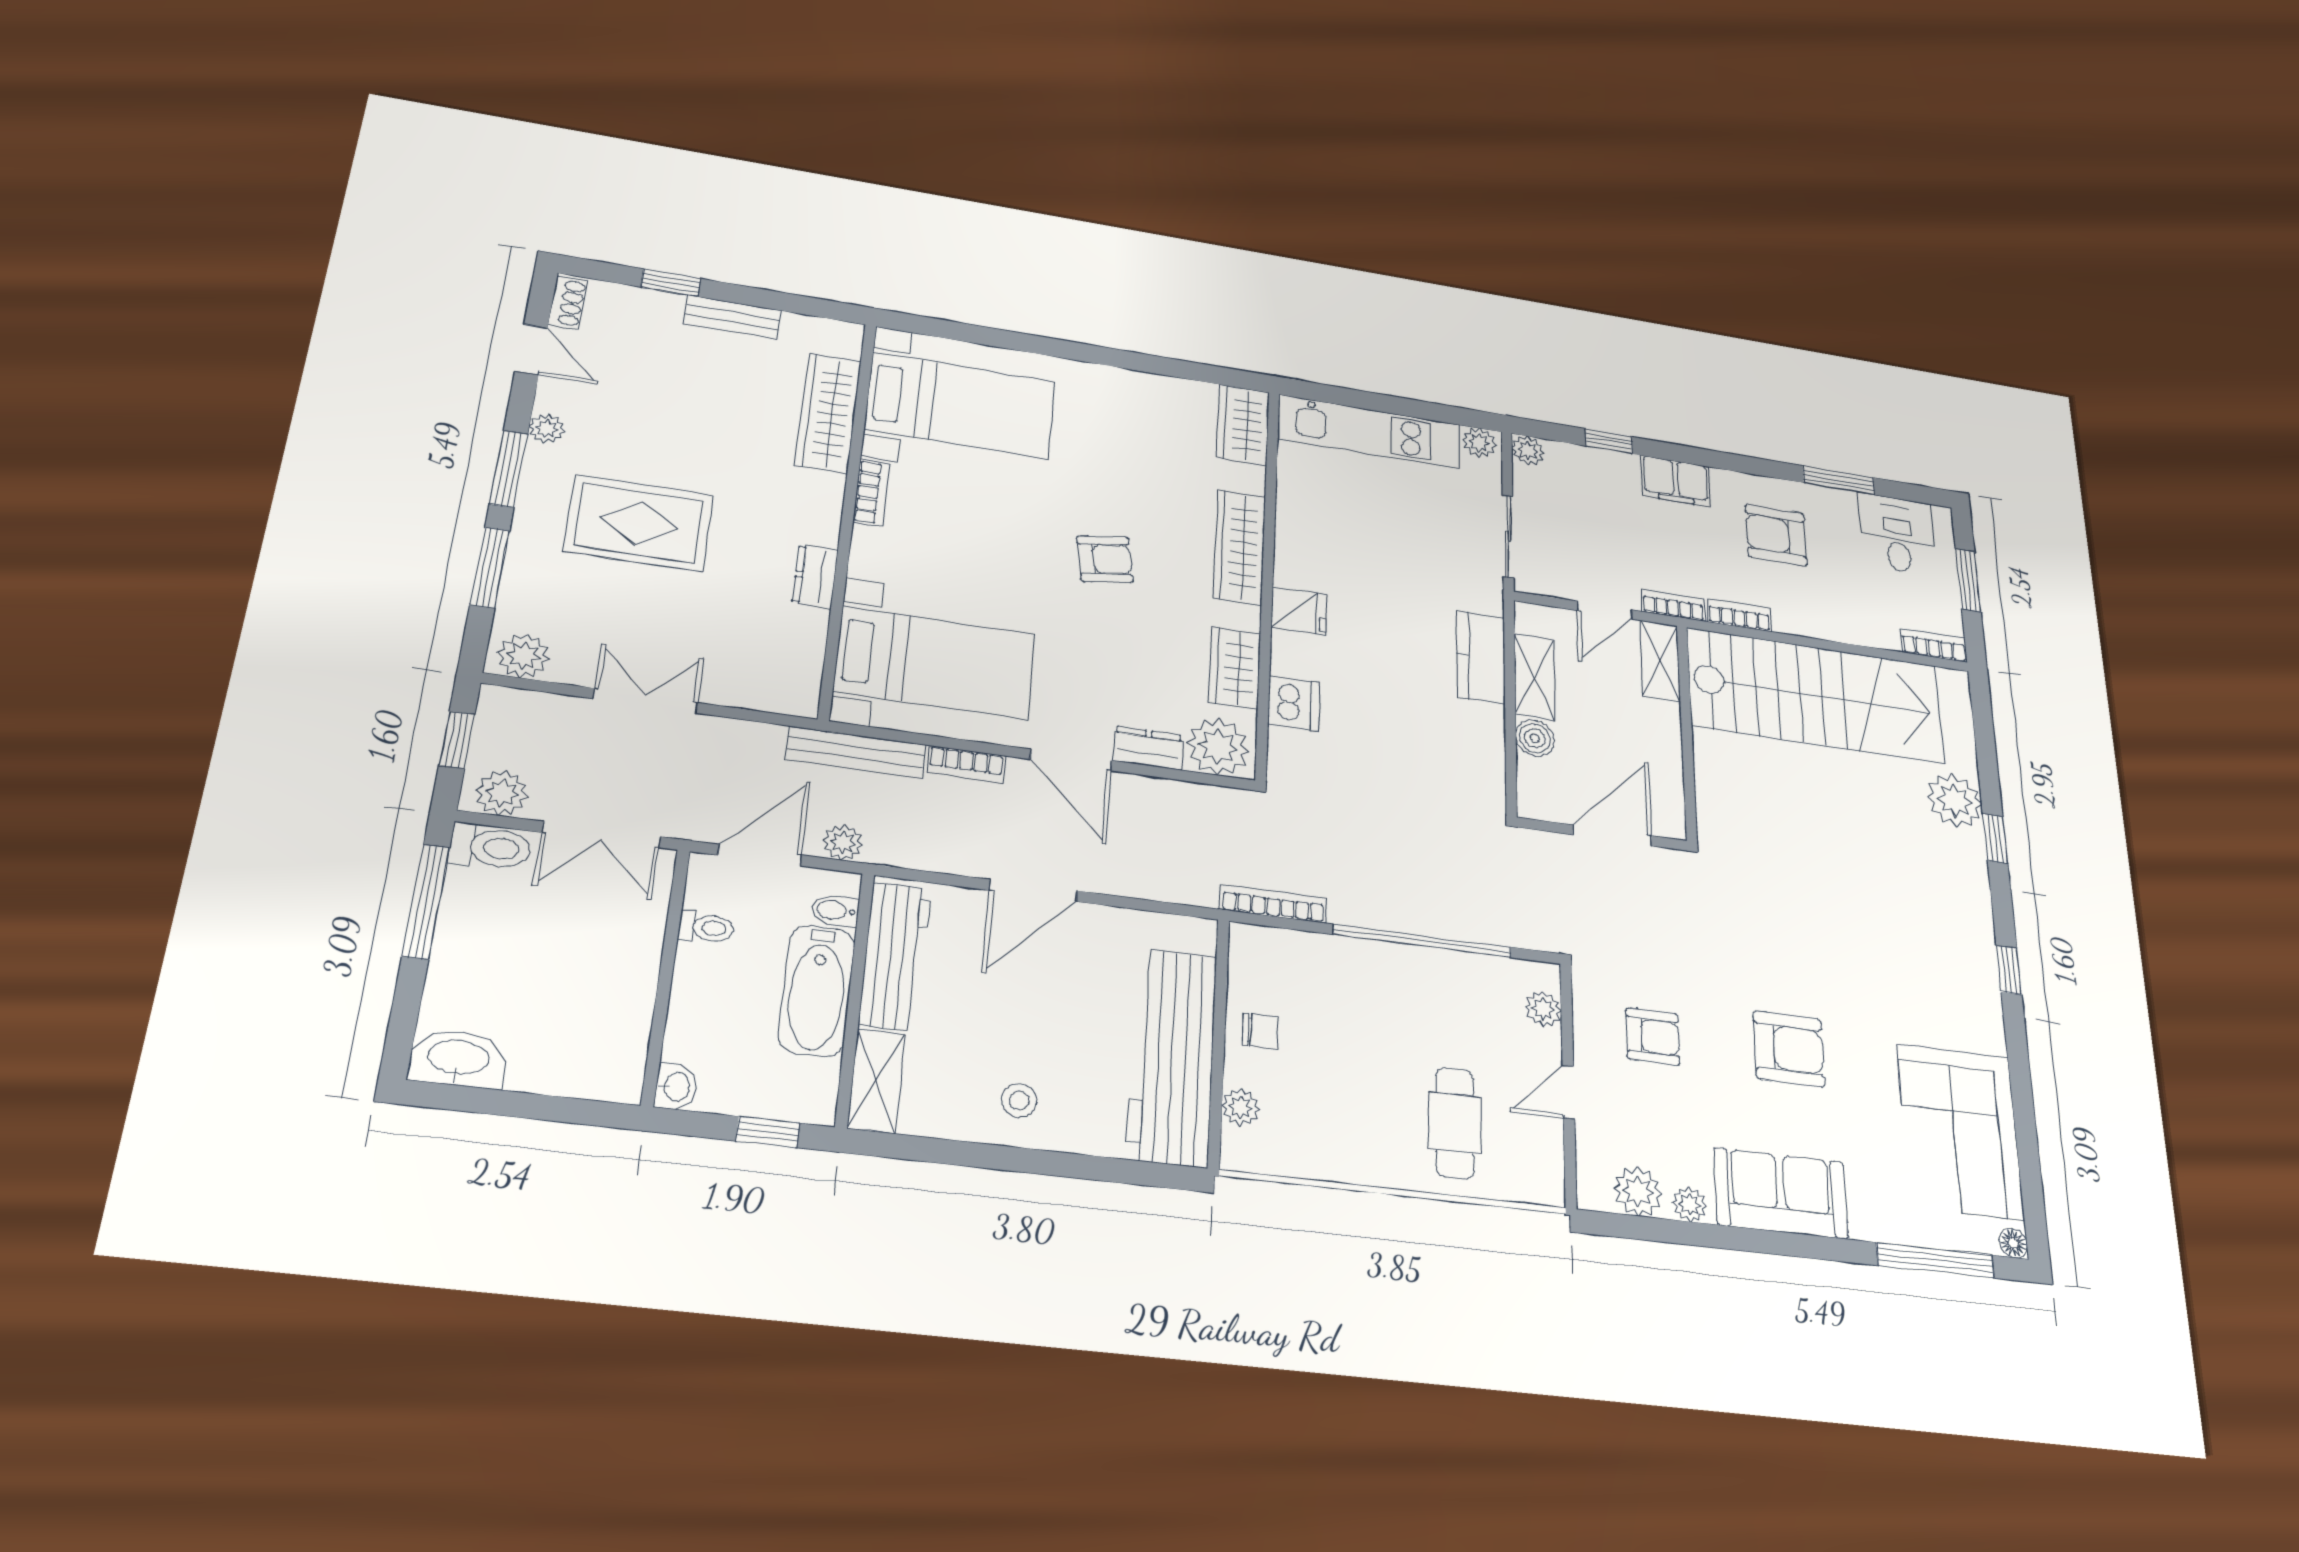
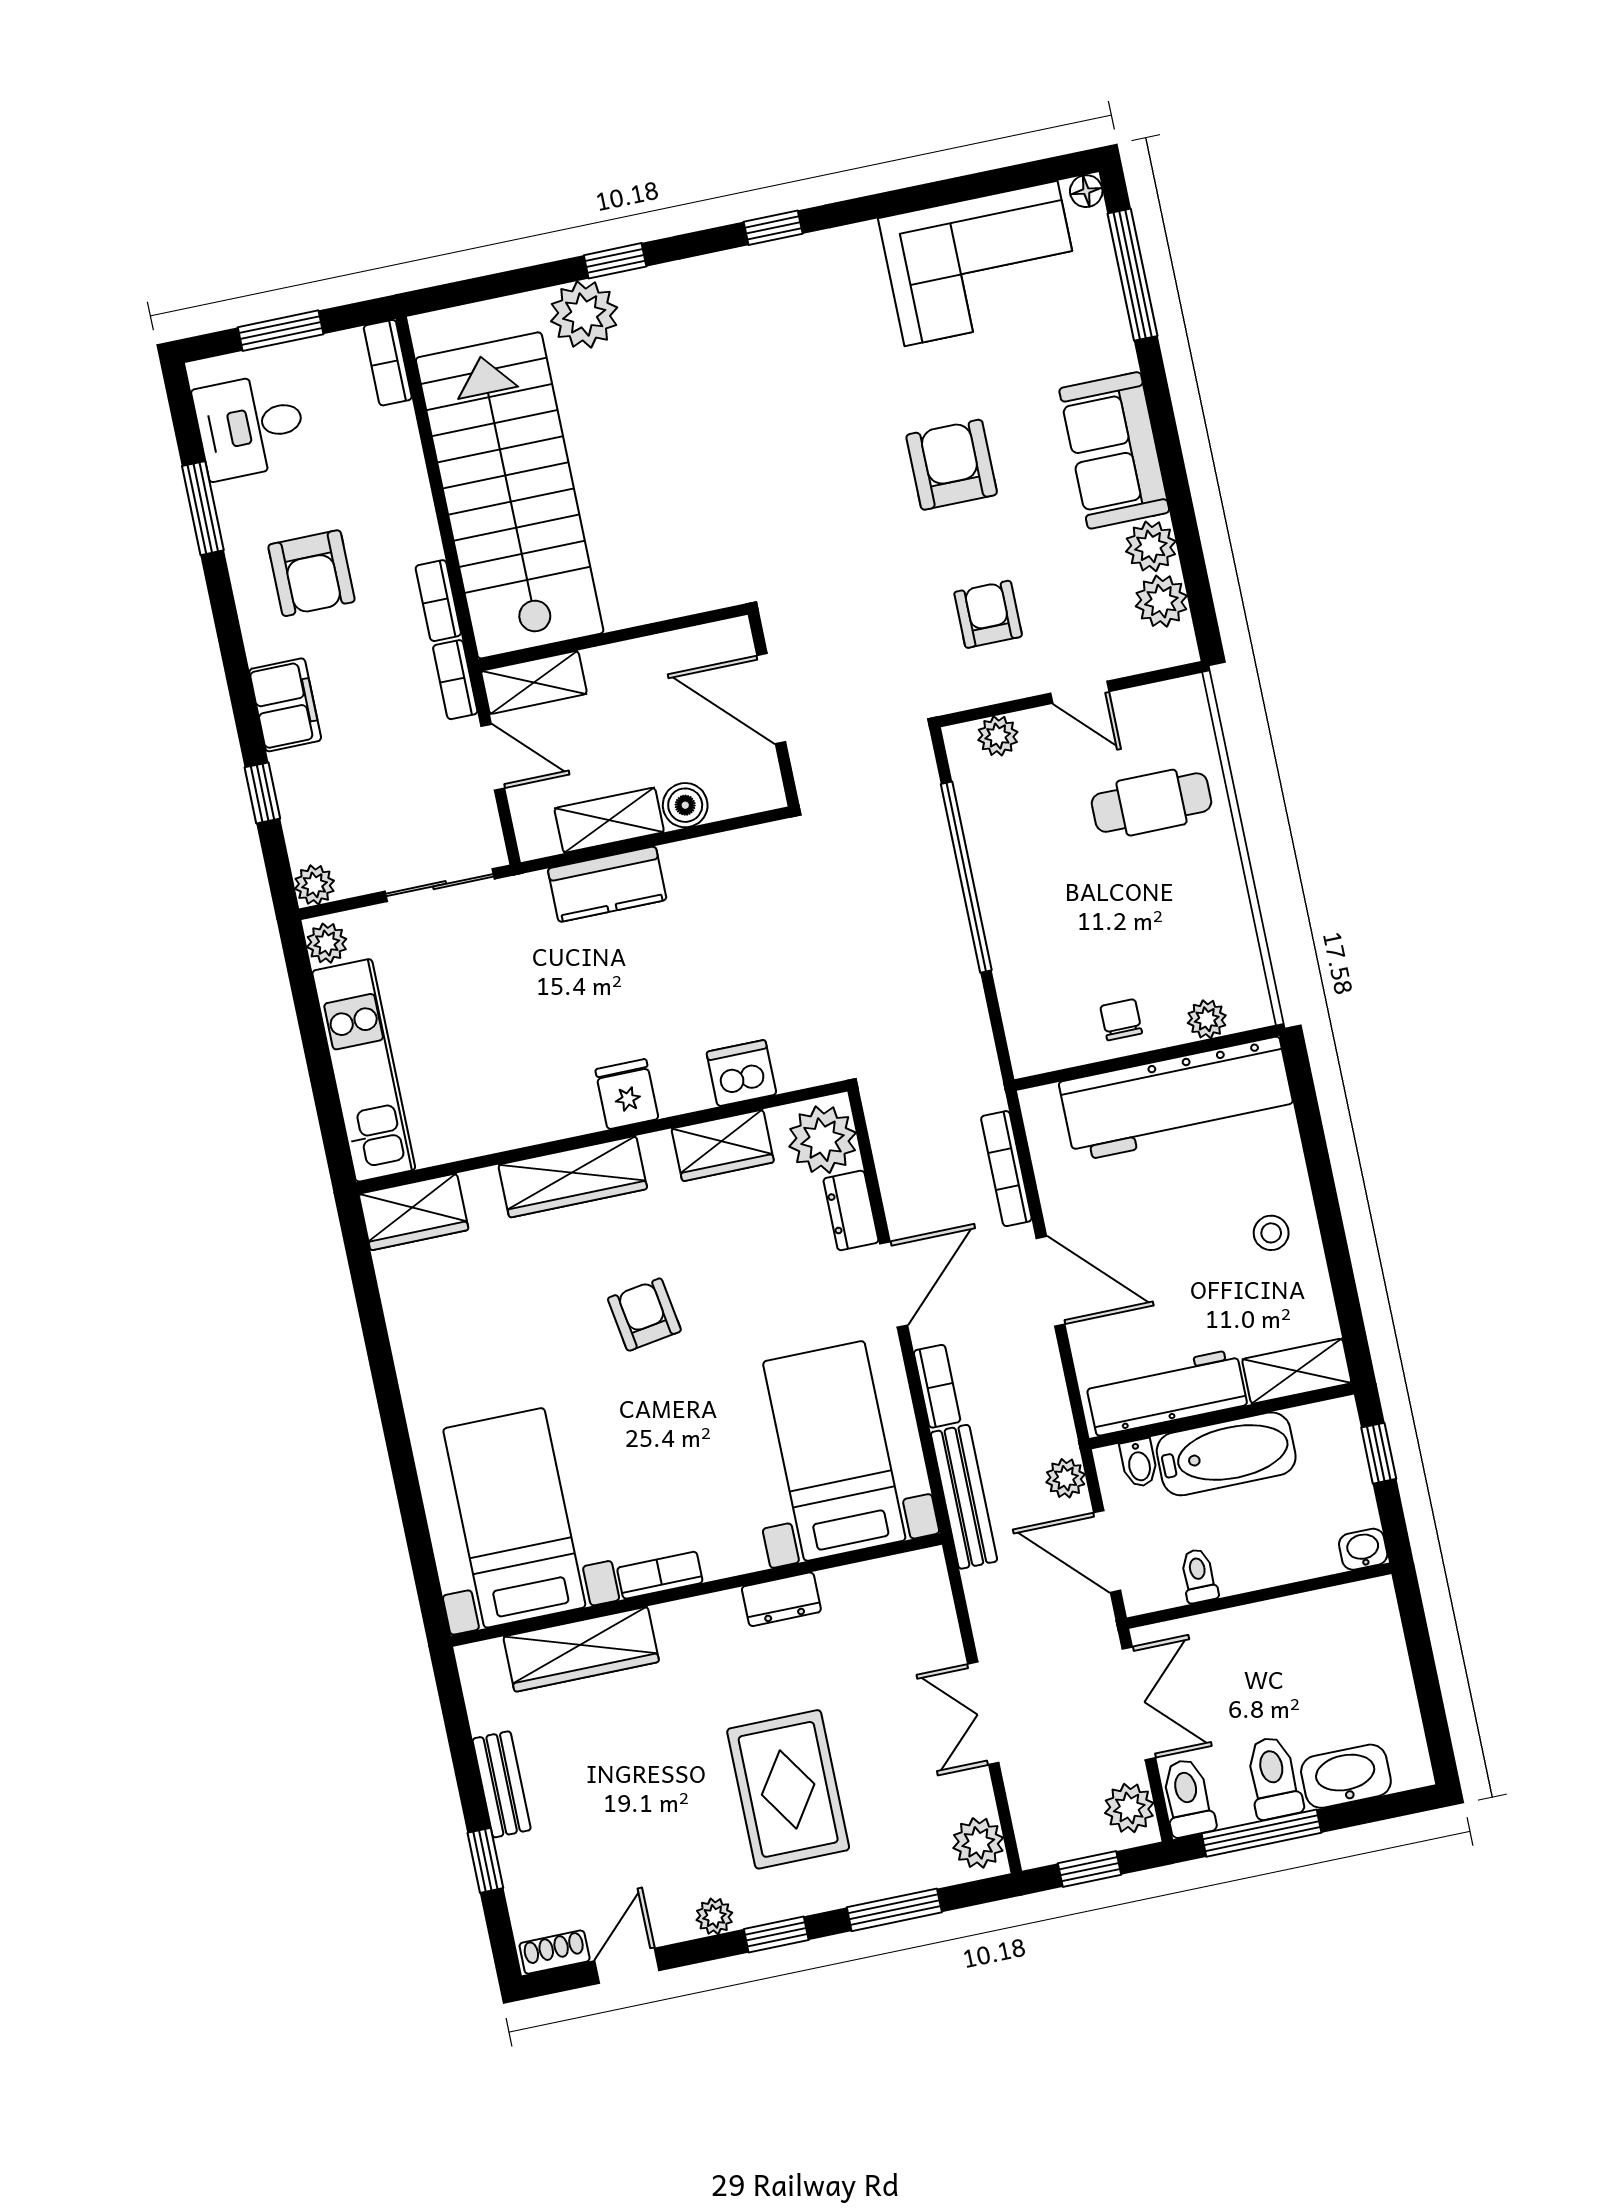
window: (509, 469) -> (776, 1934), width x0.67
bookcase: (1273, 904) -> (1006, 1169), moved
toilet: (477, 930) -> (1274, 1778), added
washbasin: (458, 1059) -> (1346, 1776), moved, turned 90
plant: (1690, 1205) -> (1151, 546), width x1.38, depth x1.38

